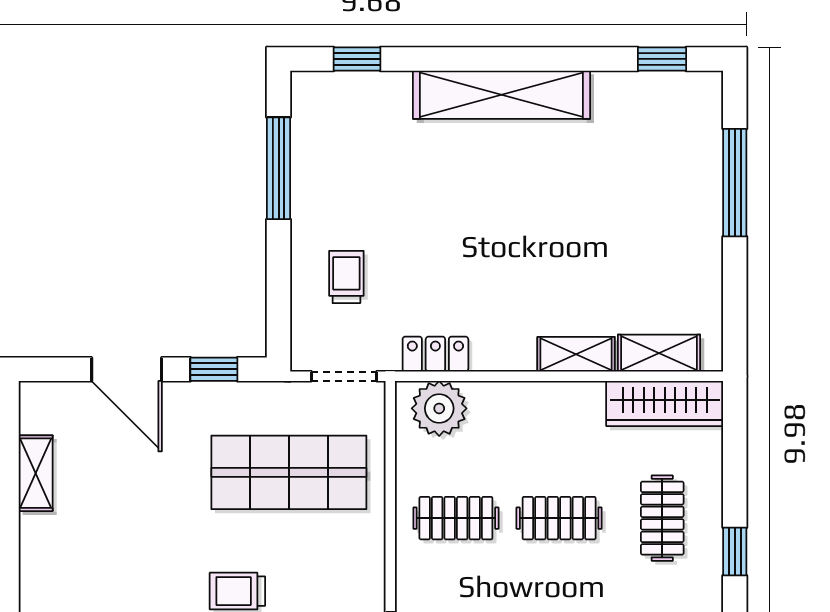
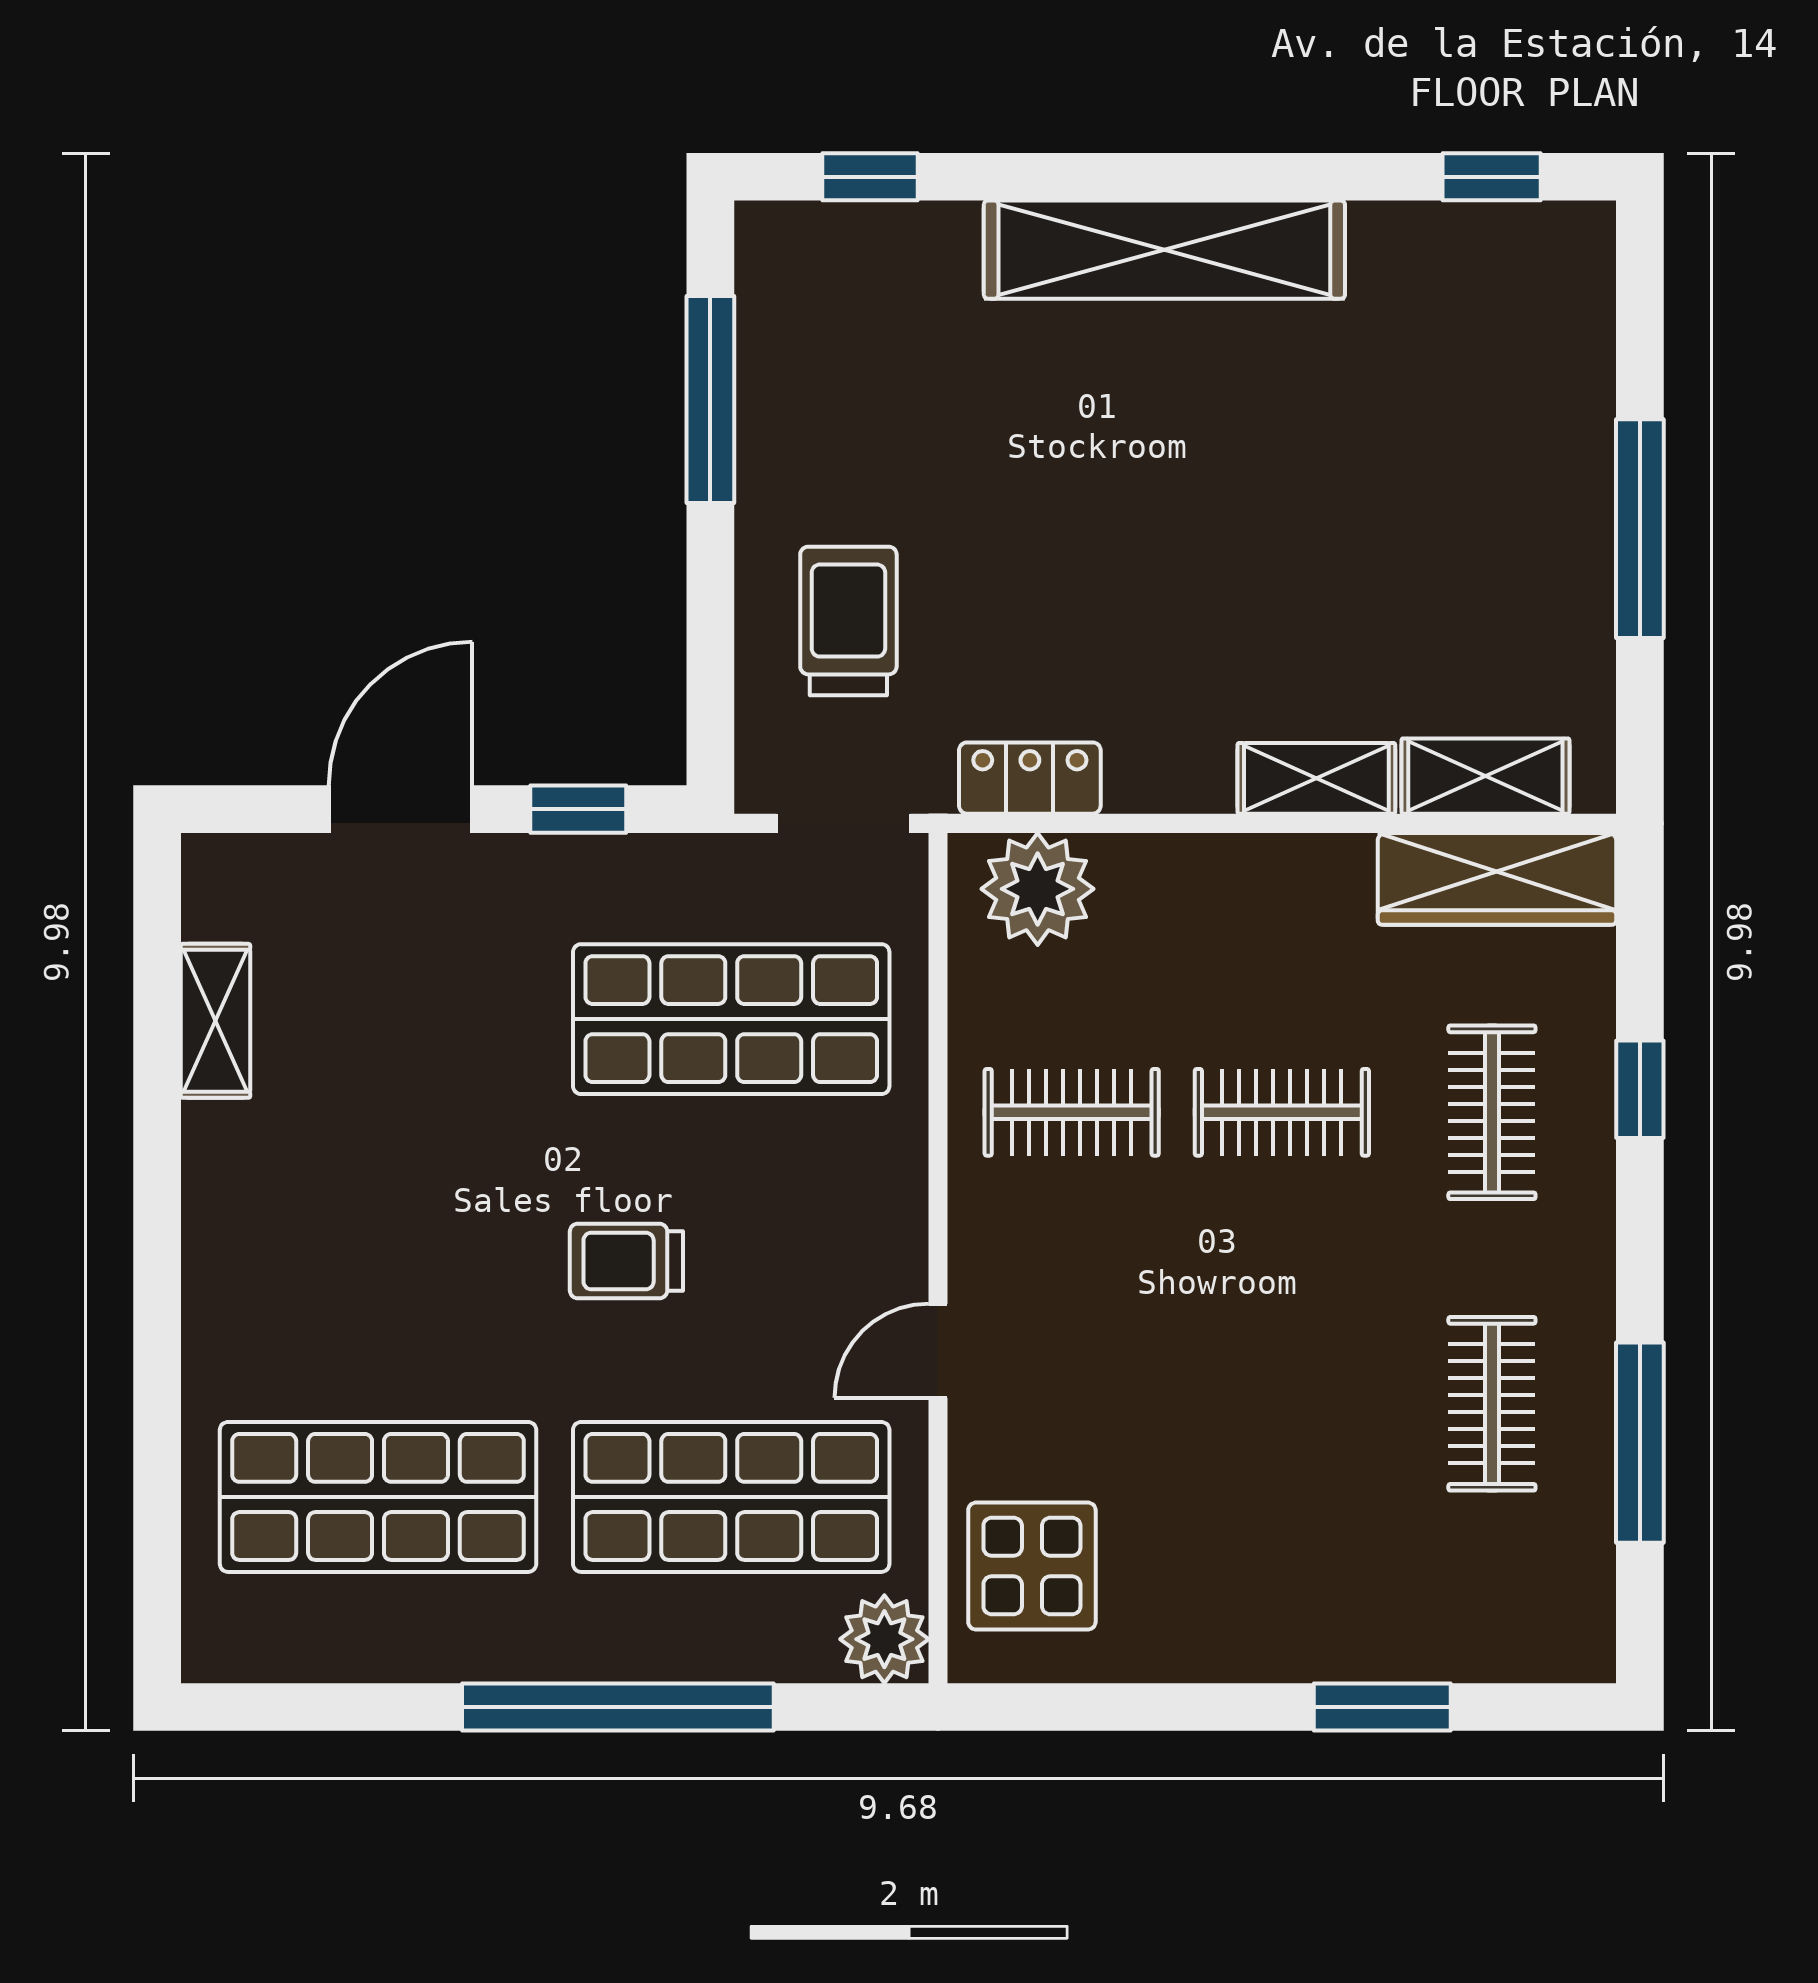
window: (735, 183) -> (1640, 529), moved
trolley: (346, 277) -> (848, 621), width x1.36, depth x1.39
door: (127, 369) -> (401, 809), swing flipped
window: (735, 552) -> (1640, 1089), moved

